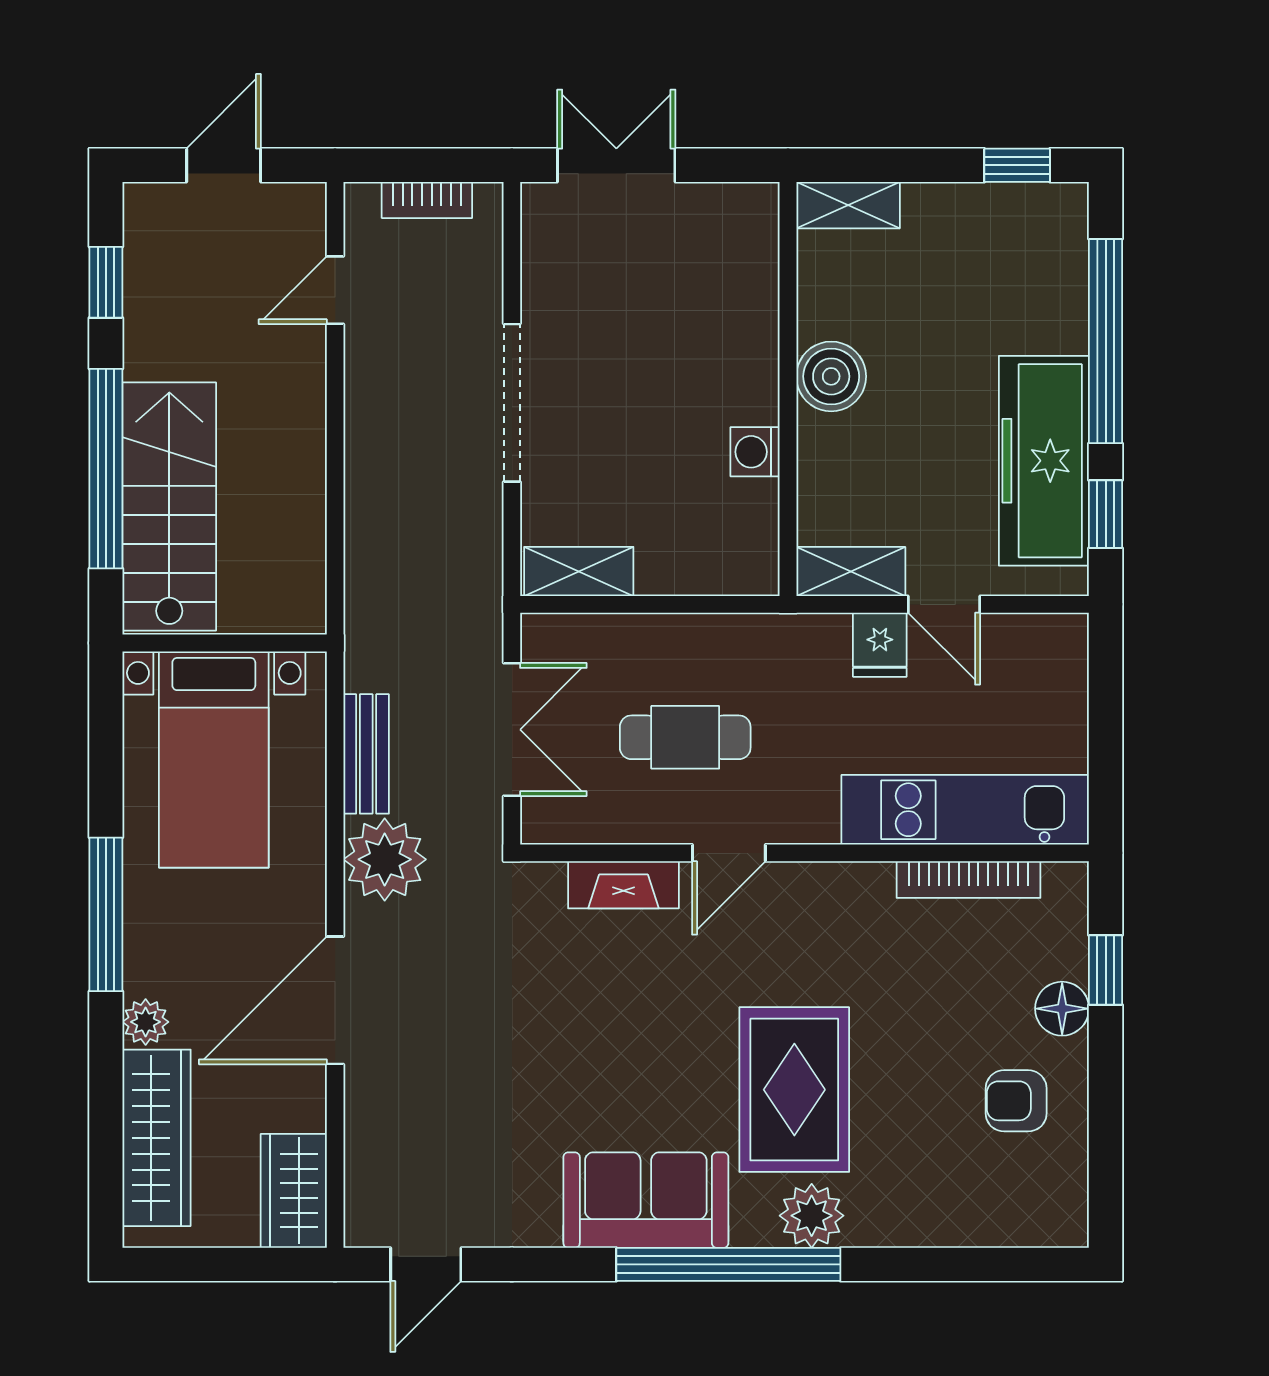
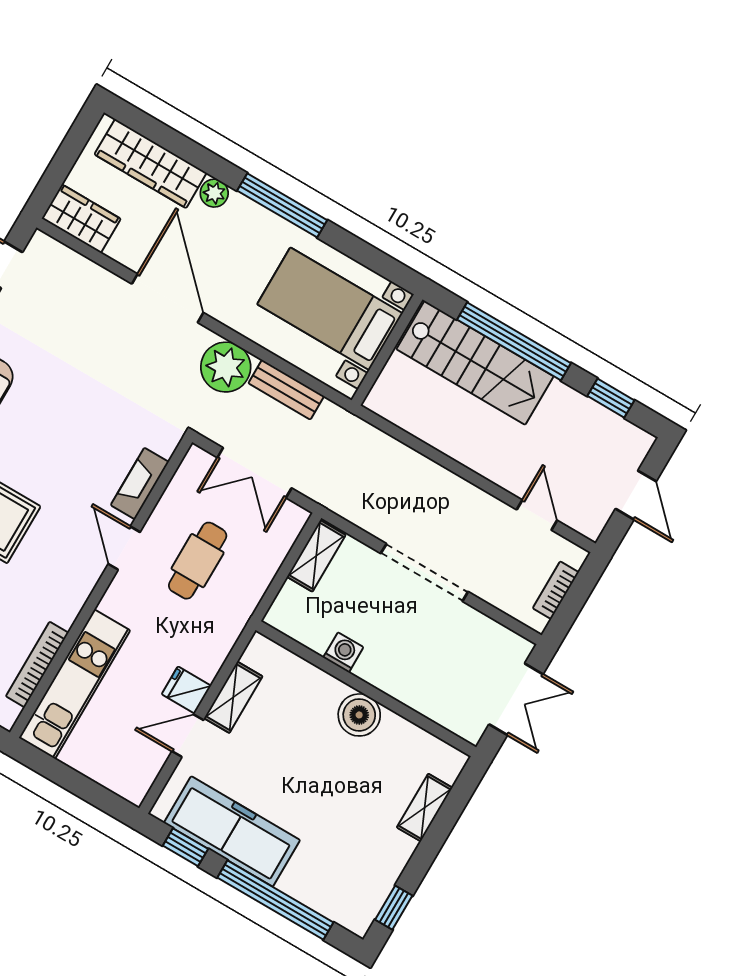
boiler: (831, 376) -> (359, 715), moved
wall: (788, 389) -> (366, 689), moved
washing machine: (755, 452) -> (343, 652), moved

